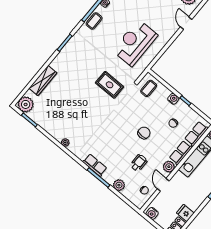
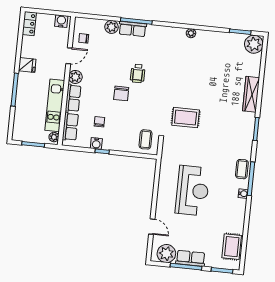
reception desk: (135, 43) -> (192, 191), moved
wardrobe: (43, 81) -> (251, 94), moved
water cooler: (173, 99) -> (96, 143), moved
wheelchair: (139, 163) -> (138, 73), moved
row of seats: (95, 165) -> (133, 29), moved
door: (163, 185) -> (69, 56), hinge flipped
fridge: (185, 213) -> (27, 65), moved

